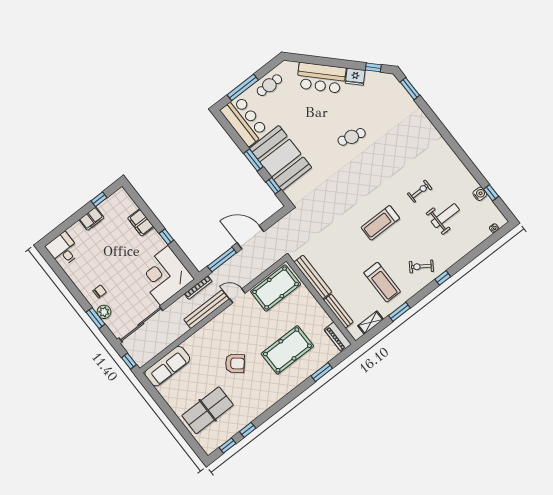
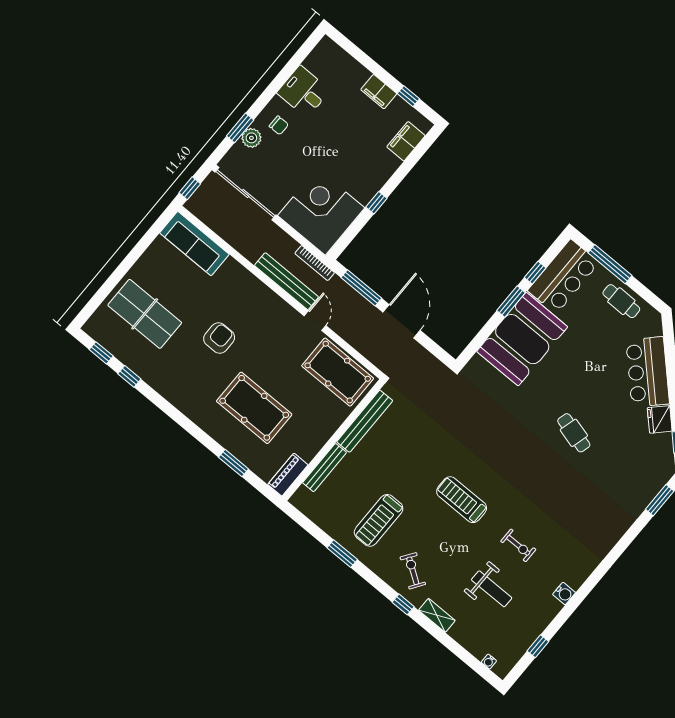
window: (273, 186) -> (535, 273), moved
water cooler: (480, 194) -> (564, 594), moved
filing cabinet: (141, 223) -> (406, 141), moved
desk: (63, 249) -> (303, 92), moved, turned -90
shelving: (371, 323) -> (437, 615), moved
armchair: (235, 363) -> (219, 338), turned -130

